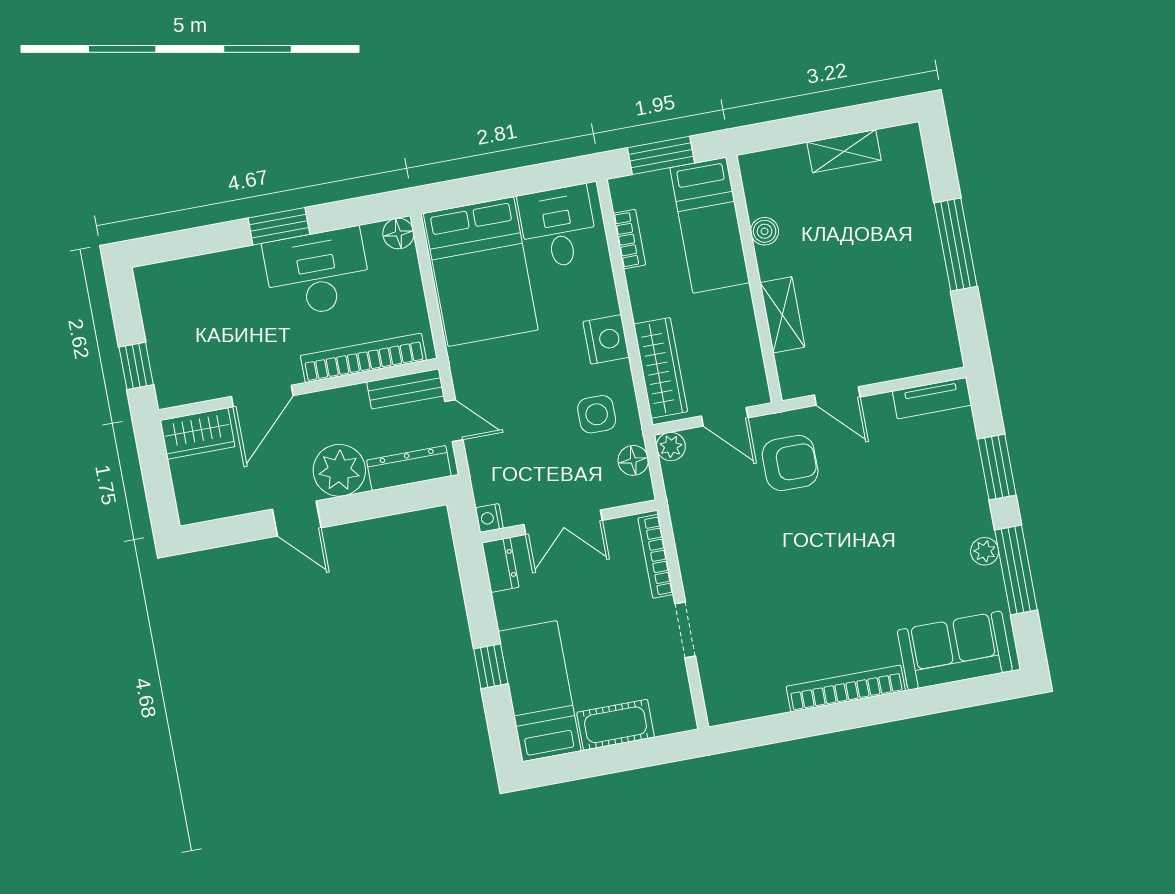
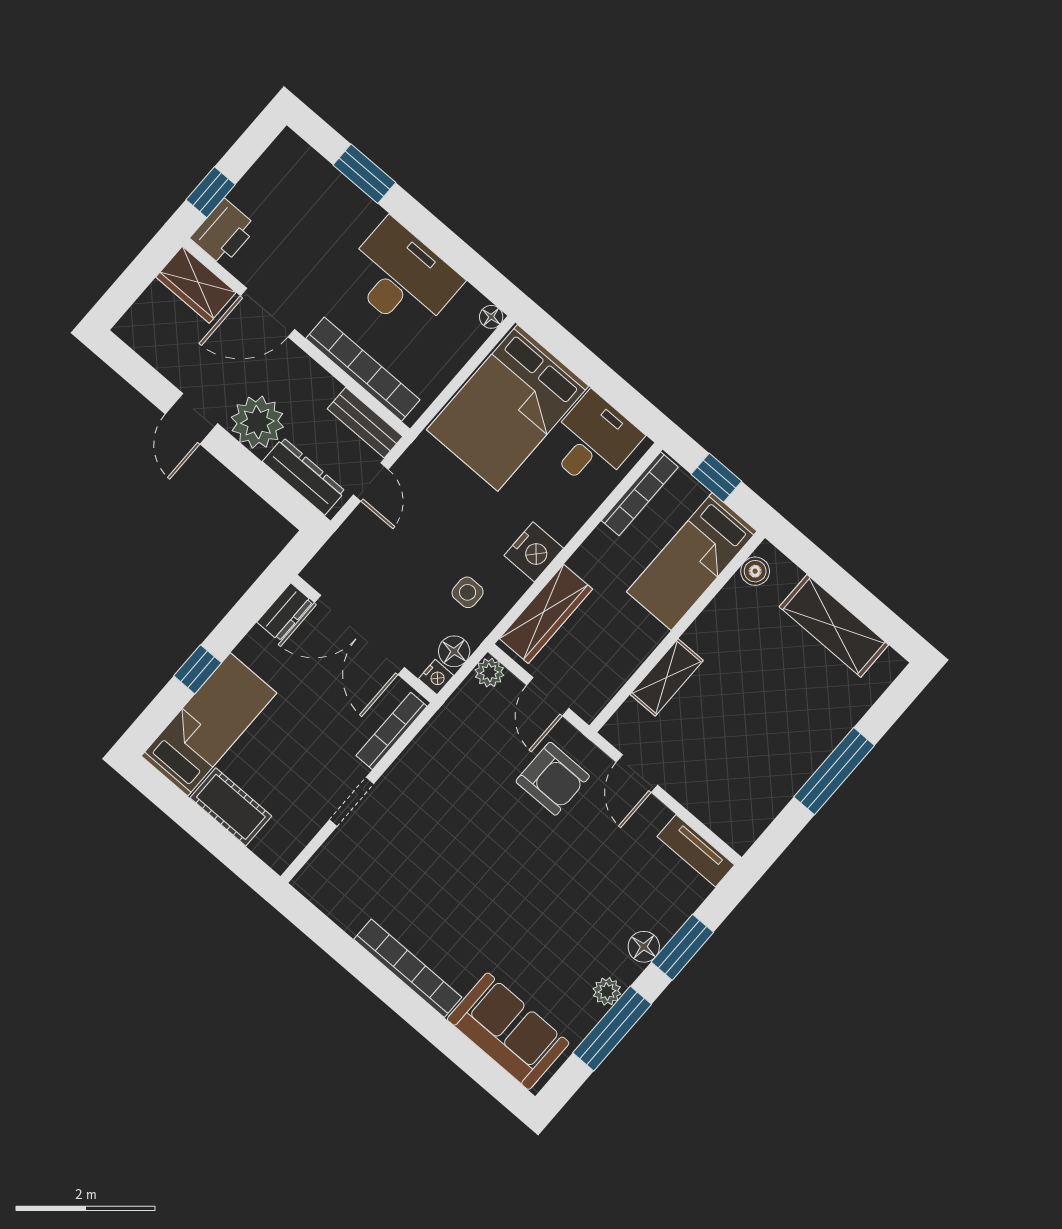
shelving: (844, 151) -> (834, 626), width x1.50, depth x1.33
window: (661, 155) -> (716, 478), width x0.67
window: (279, 226) -> (364, 174), moved
boiler: (765, 231) -> (755, 571), moved
floor lamp: (398, 234) -> (491, 317), width x0.73, depth x0.73
bookcase: (629, 239) -> (640, 494), width x1.56
printer: (175, 380) -> (224, 232), added
side table: (597, 414) -> (468, 592), width x0.73, depth x0.73
floor lamp: (973, 496) -> (644, 947), added
nightstand: (489, 518) -> (436, 677), moved, turned 180
double door: (563, 522) -> (359, 635), width x1.37

